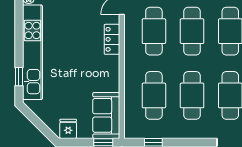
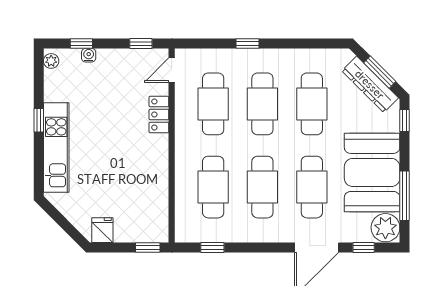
kitchen unit: (33, 52) -> (56, 148), width x0.73
window: (19, 77) -> (39, 120), moved
sofa: (106, 115) -> (151, 213), removed

